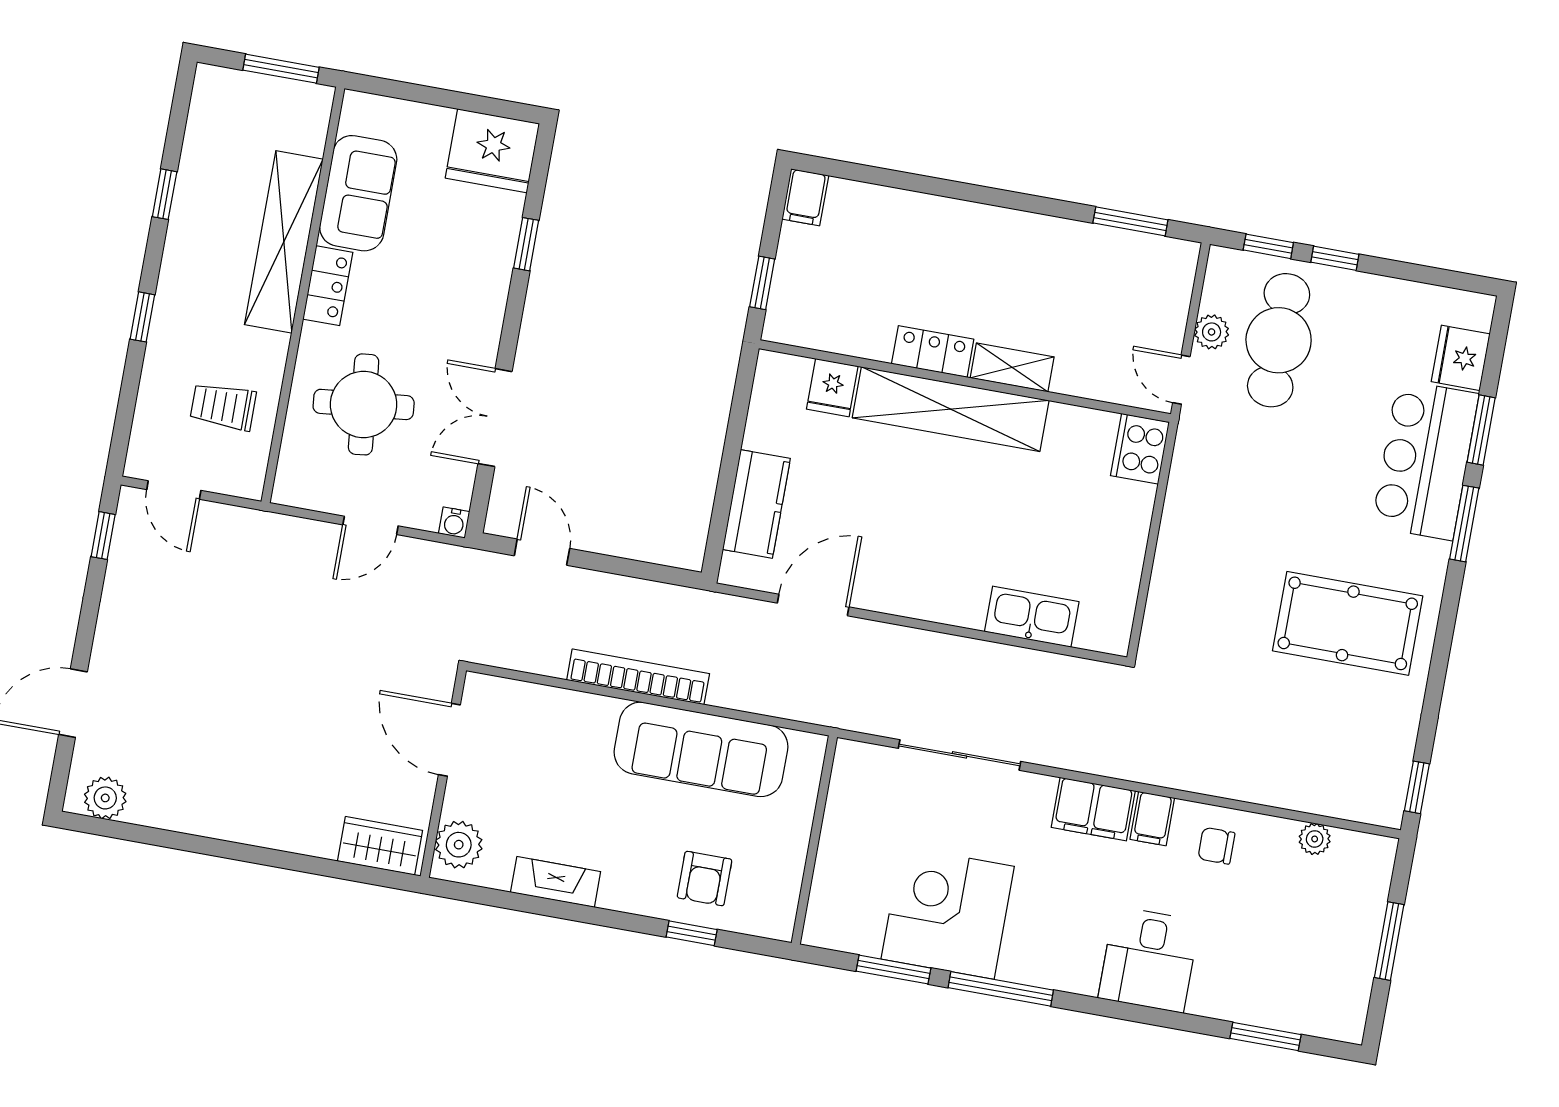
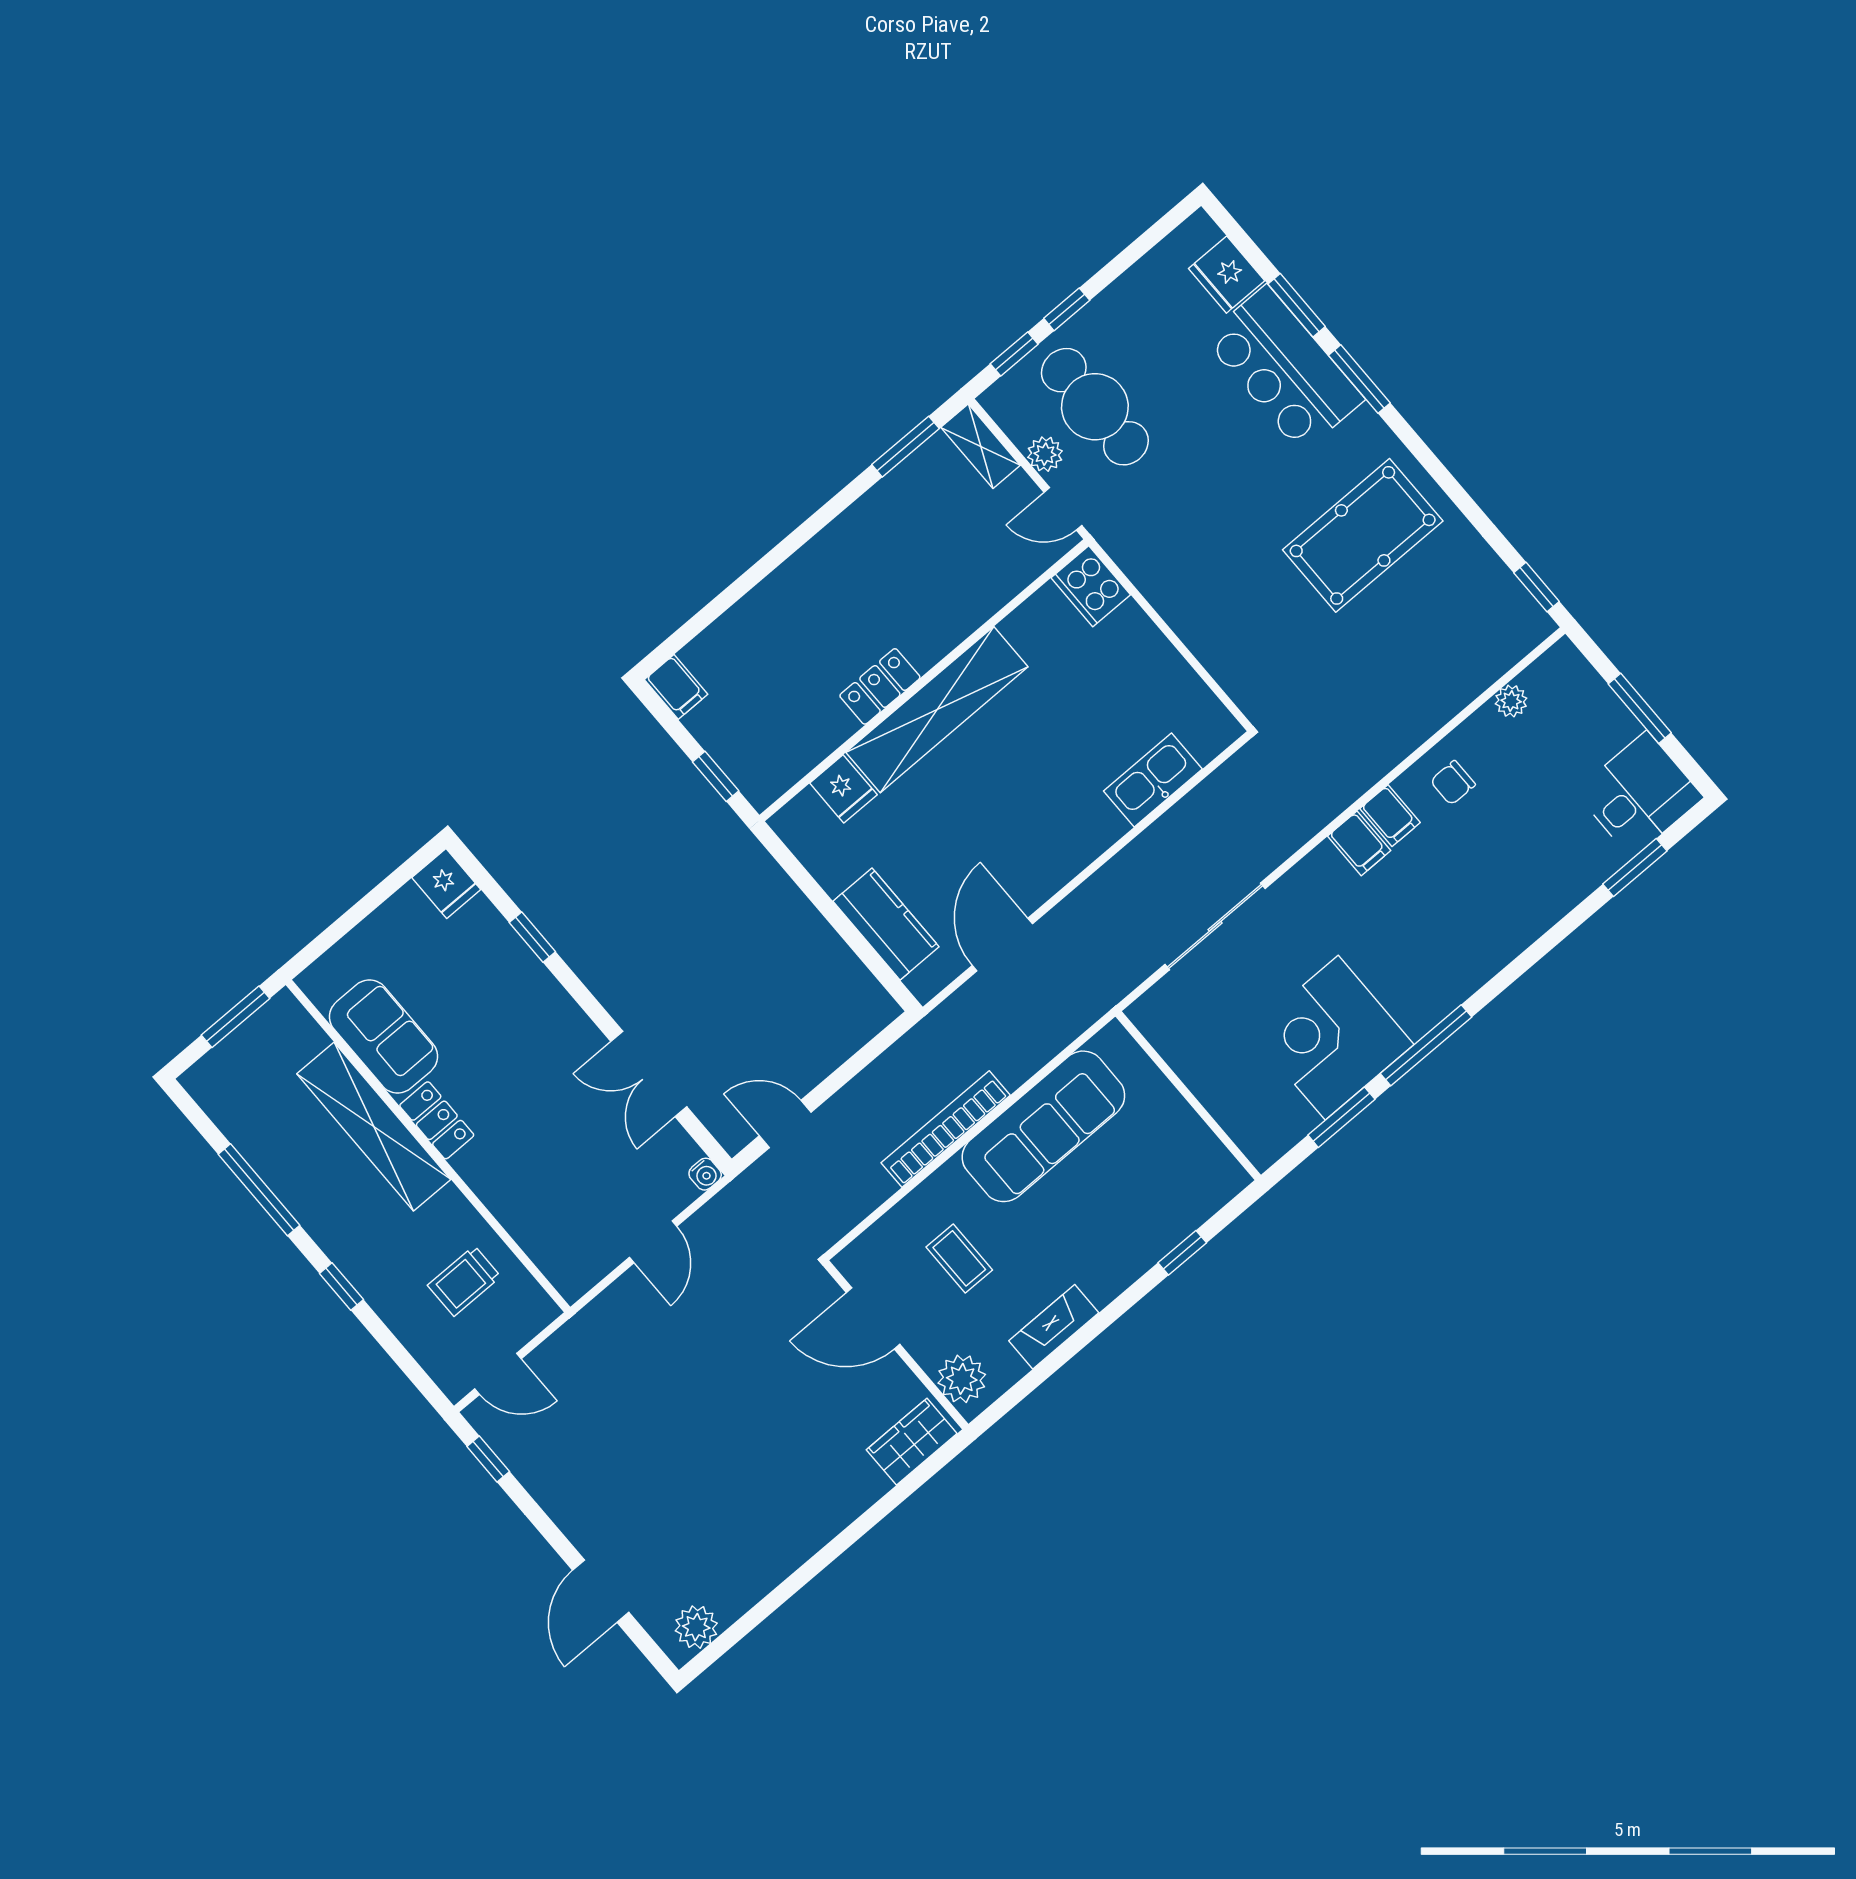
fridge: (492, 151) -> (446, 883), width x0.53, depth x0.75
window: (165, 194) -> (259, 1190), width x2.17
shelving: (1012, 367) -> (981, 446), moved, turned 90
round table: (364, 404) -> (553, 1169), removed
coffee table: (548, 768) -> (959, 1258), added
filing cabinet: (1093, 809) -> (1359, 843), width x0.50
armchair: (705, 879) -> (1147, 1207), removed
desk: (1149, 959) -> (1639, 795), moved, turned -90

